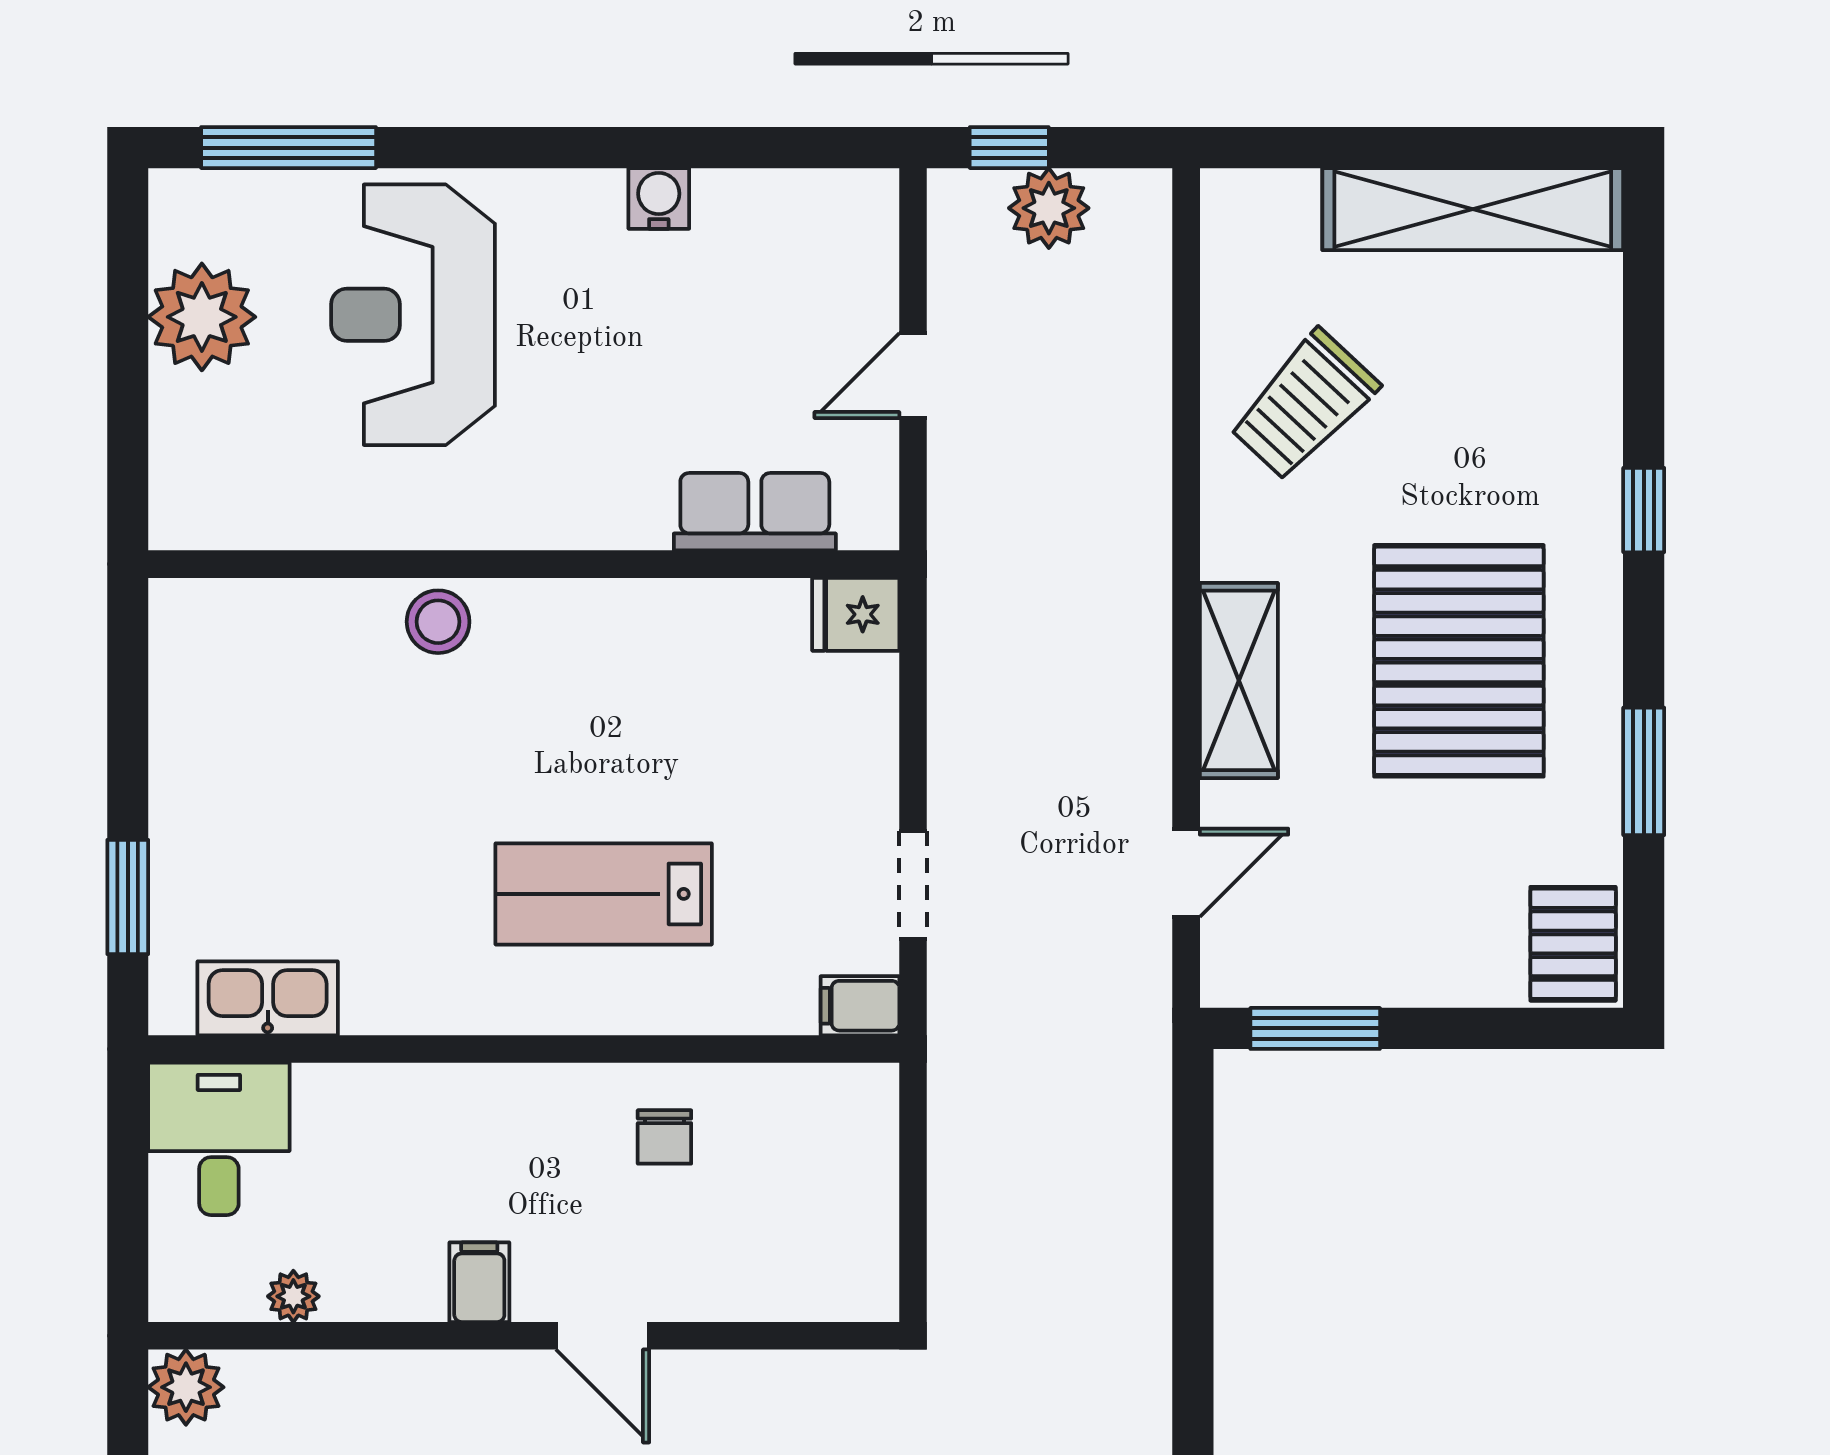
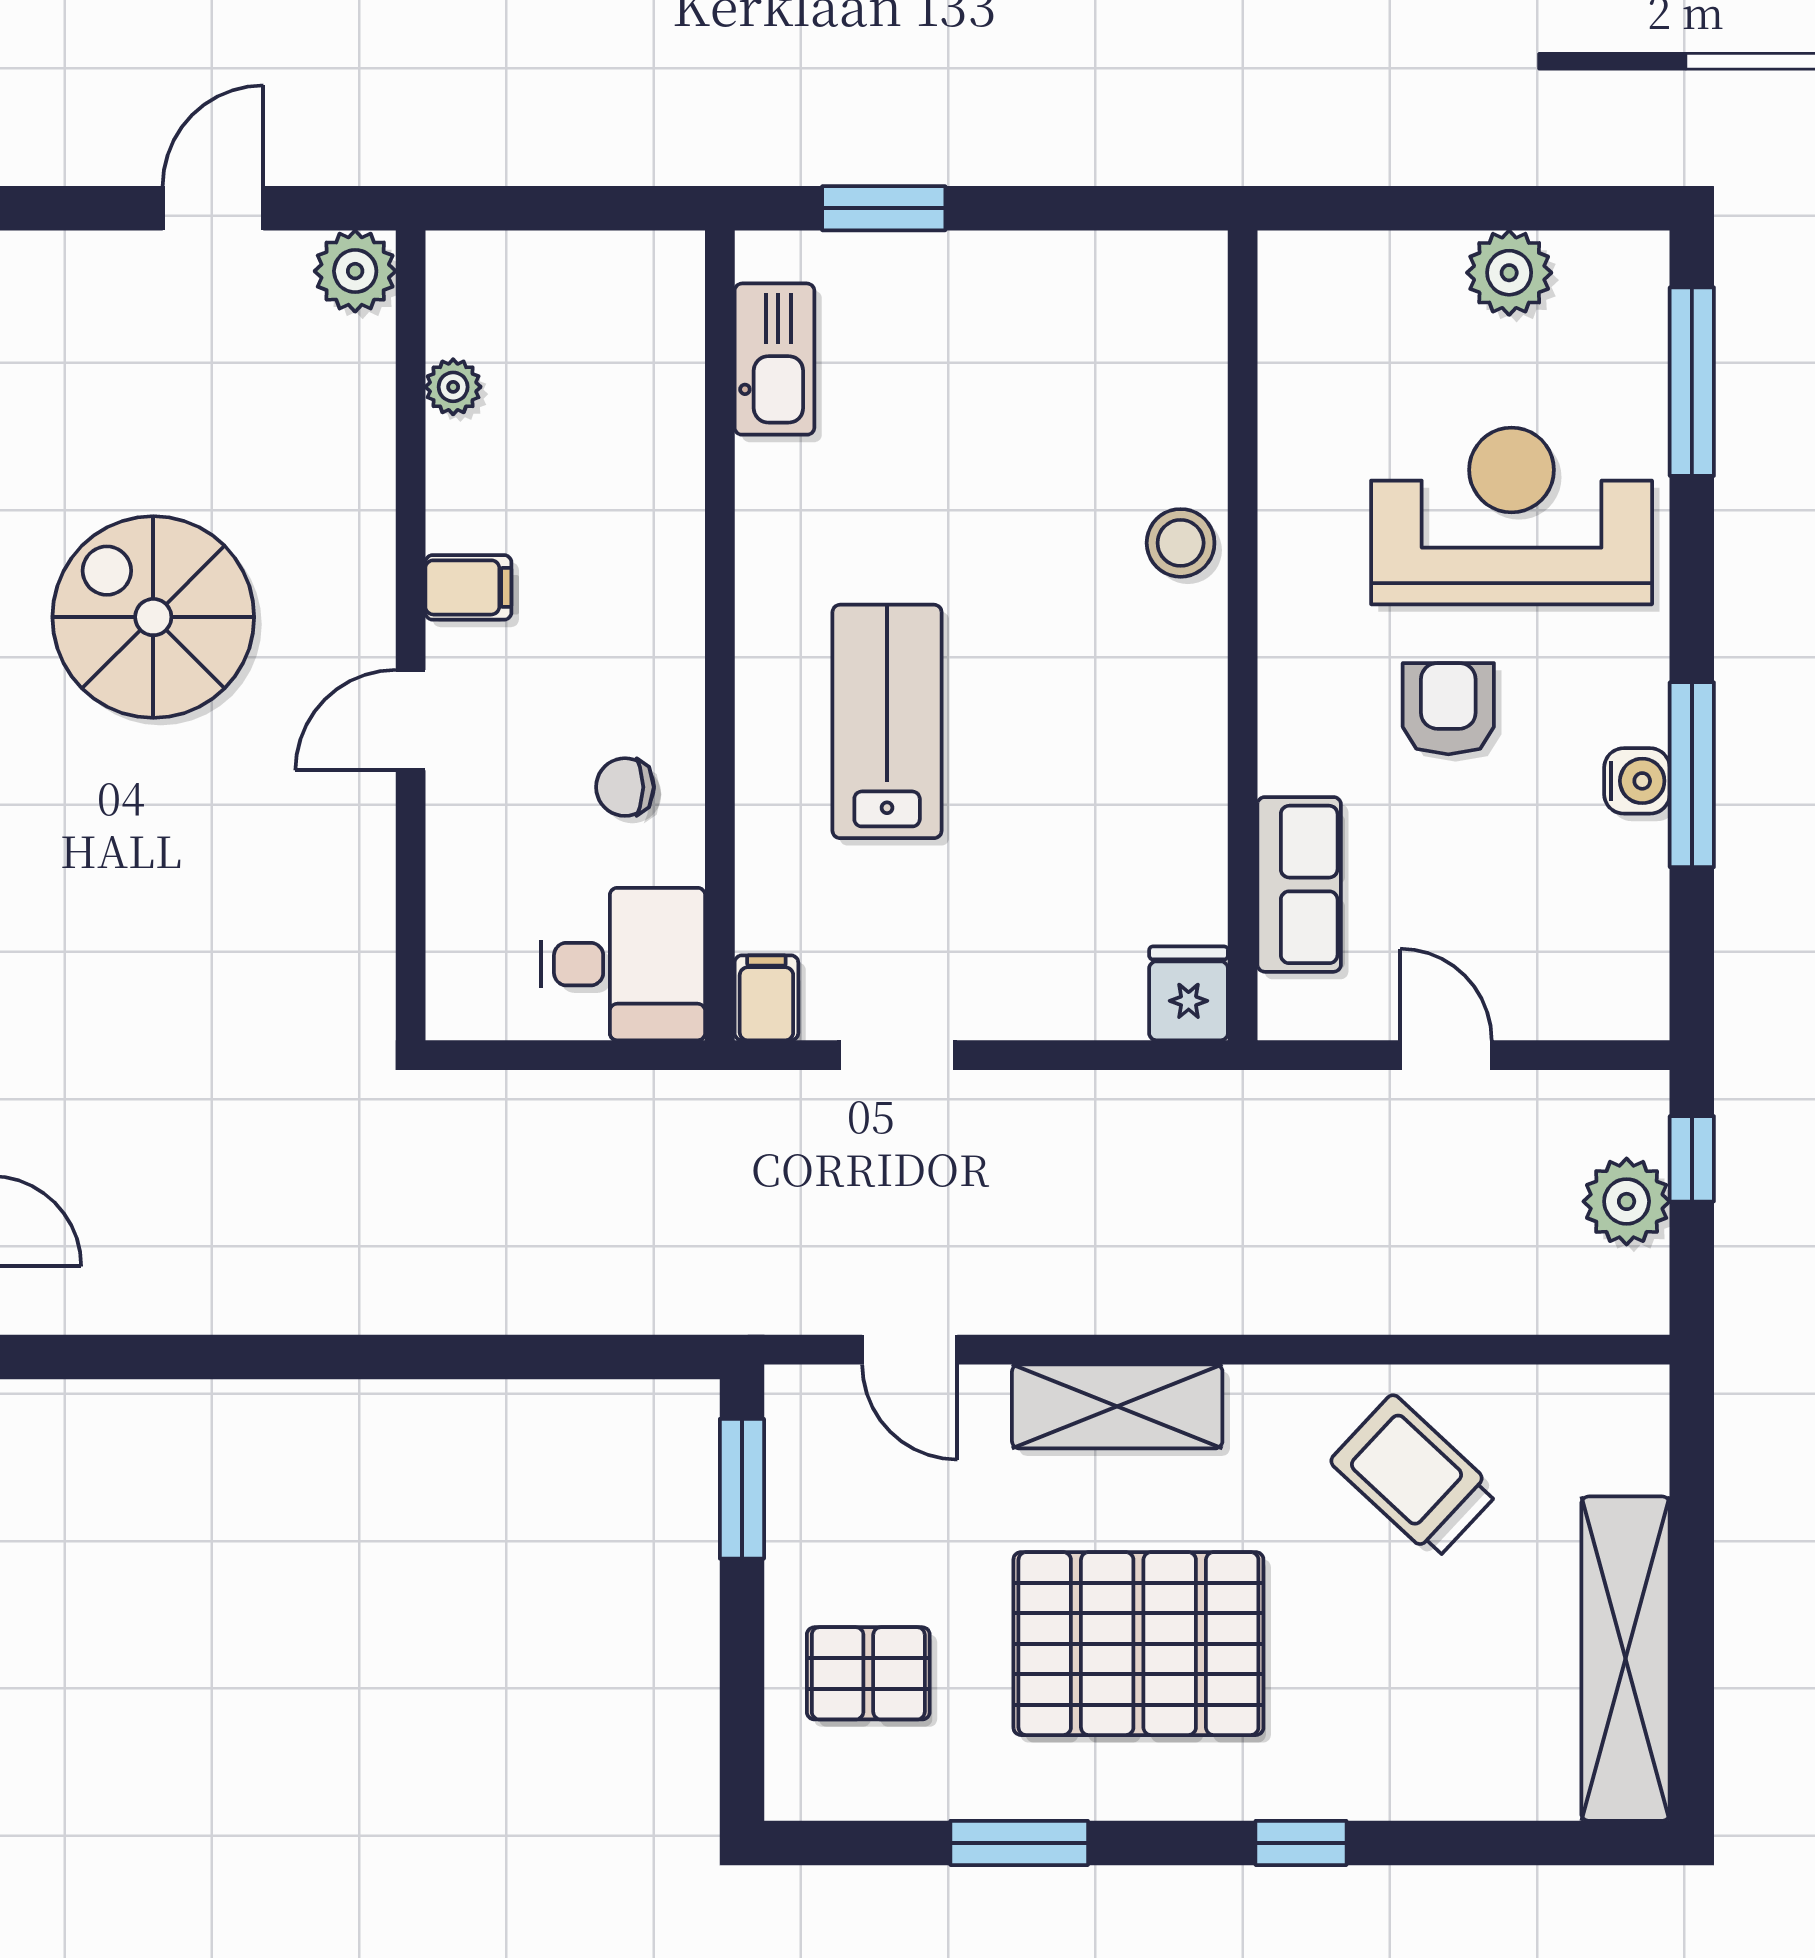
window: (653, 148) -> (1692, 775), added
plant: (202, 317) -> (1509, 273), width x0.73, depth x0.73
armchair: (592, 373) -> (1448, 709), added
pallet: (1573, 944) -> (868, 1673), moved
desk: (219, 1139) -> (623, 964), moved

